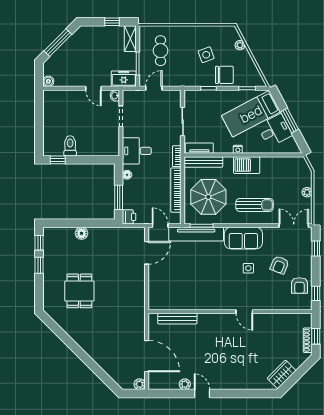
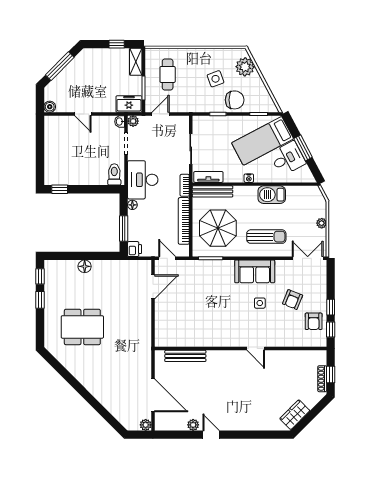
plant: (240, 45) -> (245, 67), width x1.87, depth x1.87
door: (93, 88) -> (83, 114), moved
plant: (128, 95) -> (133, 121), added
toilet: (70, 146) -> (114, 174), moved
desk: (137, 151) -> (143, 180), width x1.37
barbecue: (247, 165) -> (272, 195), moved
tv unit: (196, 234) -> (205, 267), removed
window: (316, 249) -> (331, 307), moved
dining table: (79, 291) -> (82, 327), width x1.38

